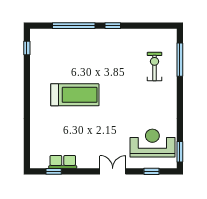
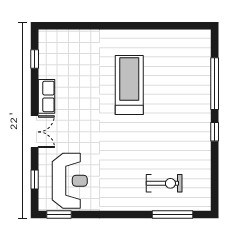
window: (27, 48) -> (187, 26), removed
treadmill: (75, 95) -> (129, 85), turned 180
row of seats: (63, 162) -> (46, 96), moved

